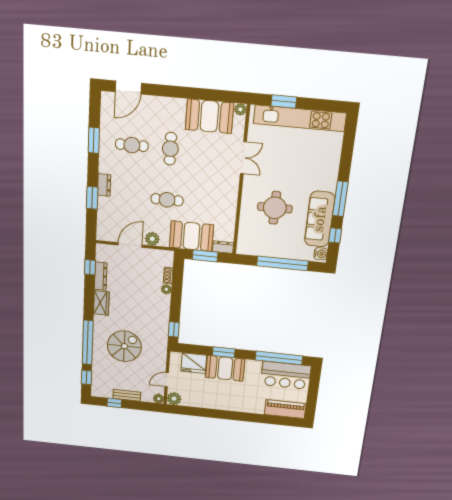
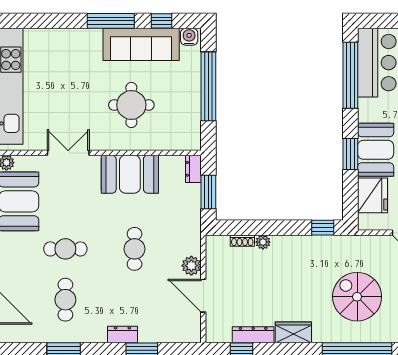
booth: (191, 236) -> (130, 174), moved, turned 90

